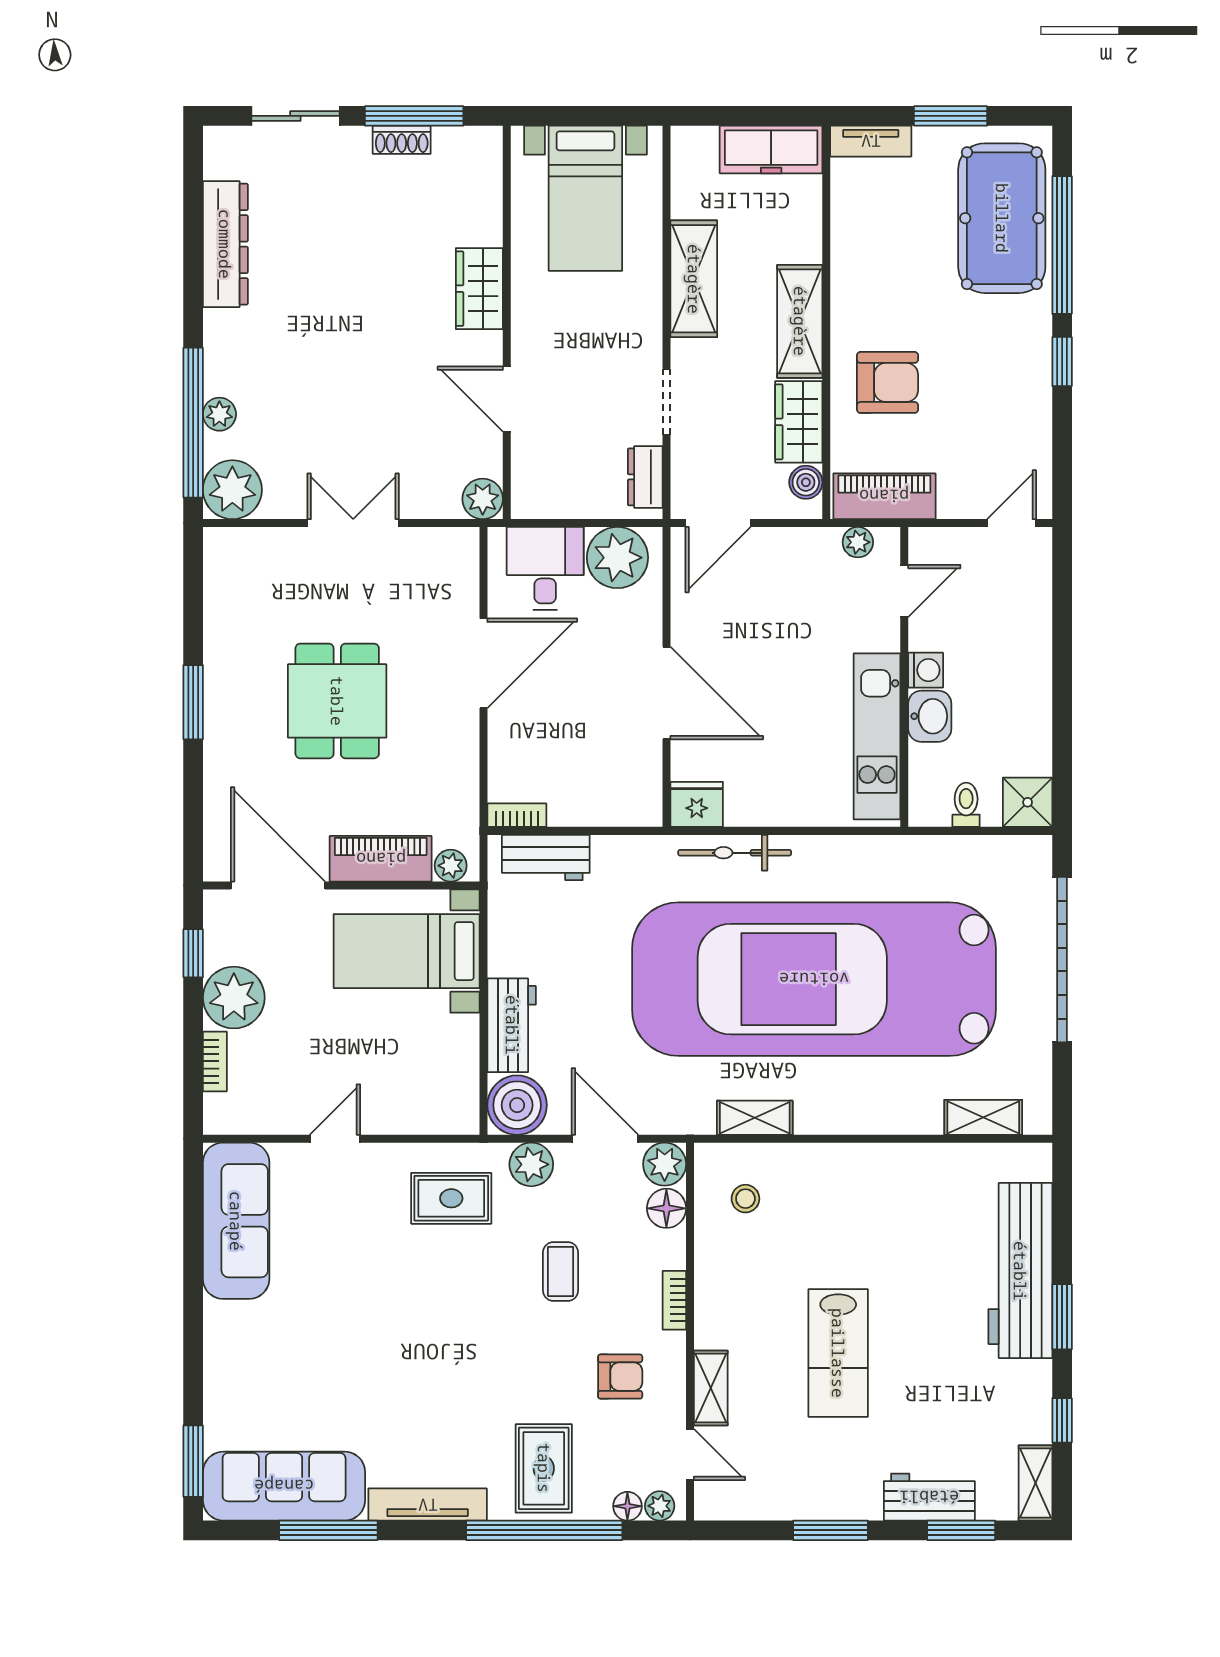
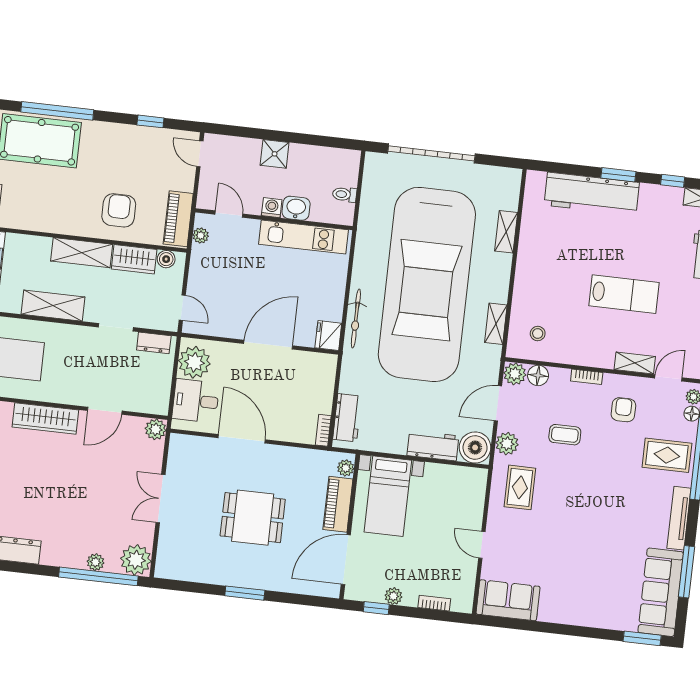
wardrobe: (479, 289) -> (45, 419), width x1.50
window: (1062, 362) -> (150, 121), moved
door: (718, 523) -> (182, 308), width x0.73
shower: (1028, 802) -> (275, 154), moved
plant: (234, 998) -> (393, 596), width x0.53, depth x0.53
shelving: (983, 1117) -> (506, 232), moved
sofa: (236, 1221) -> (508, 600), width x0.73

